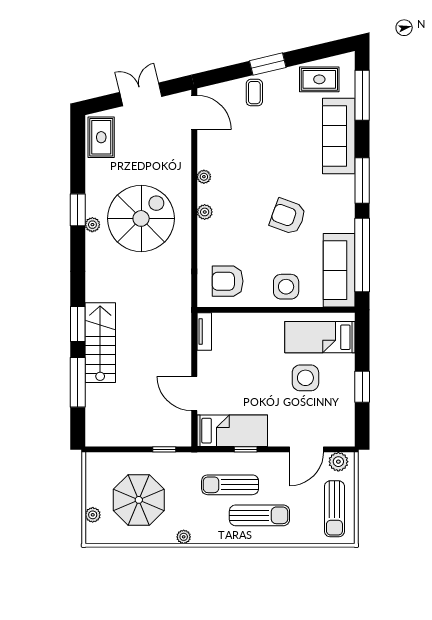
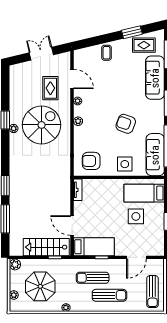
window: (268, 64) -> (132, 32), moved
door: (194, 112) -> (72, 79), moved
rug: (101, 137) -> (50, 88), moved
stairs: (100, 343) -> (46, 247), moved, turned -90
plant: (338, 462) -> (15, 264), moved

